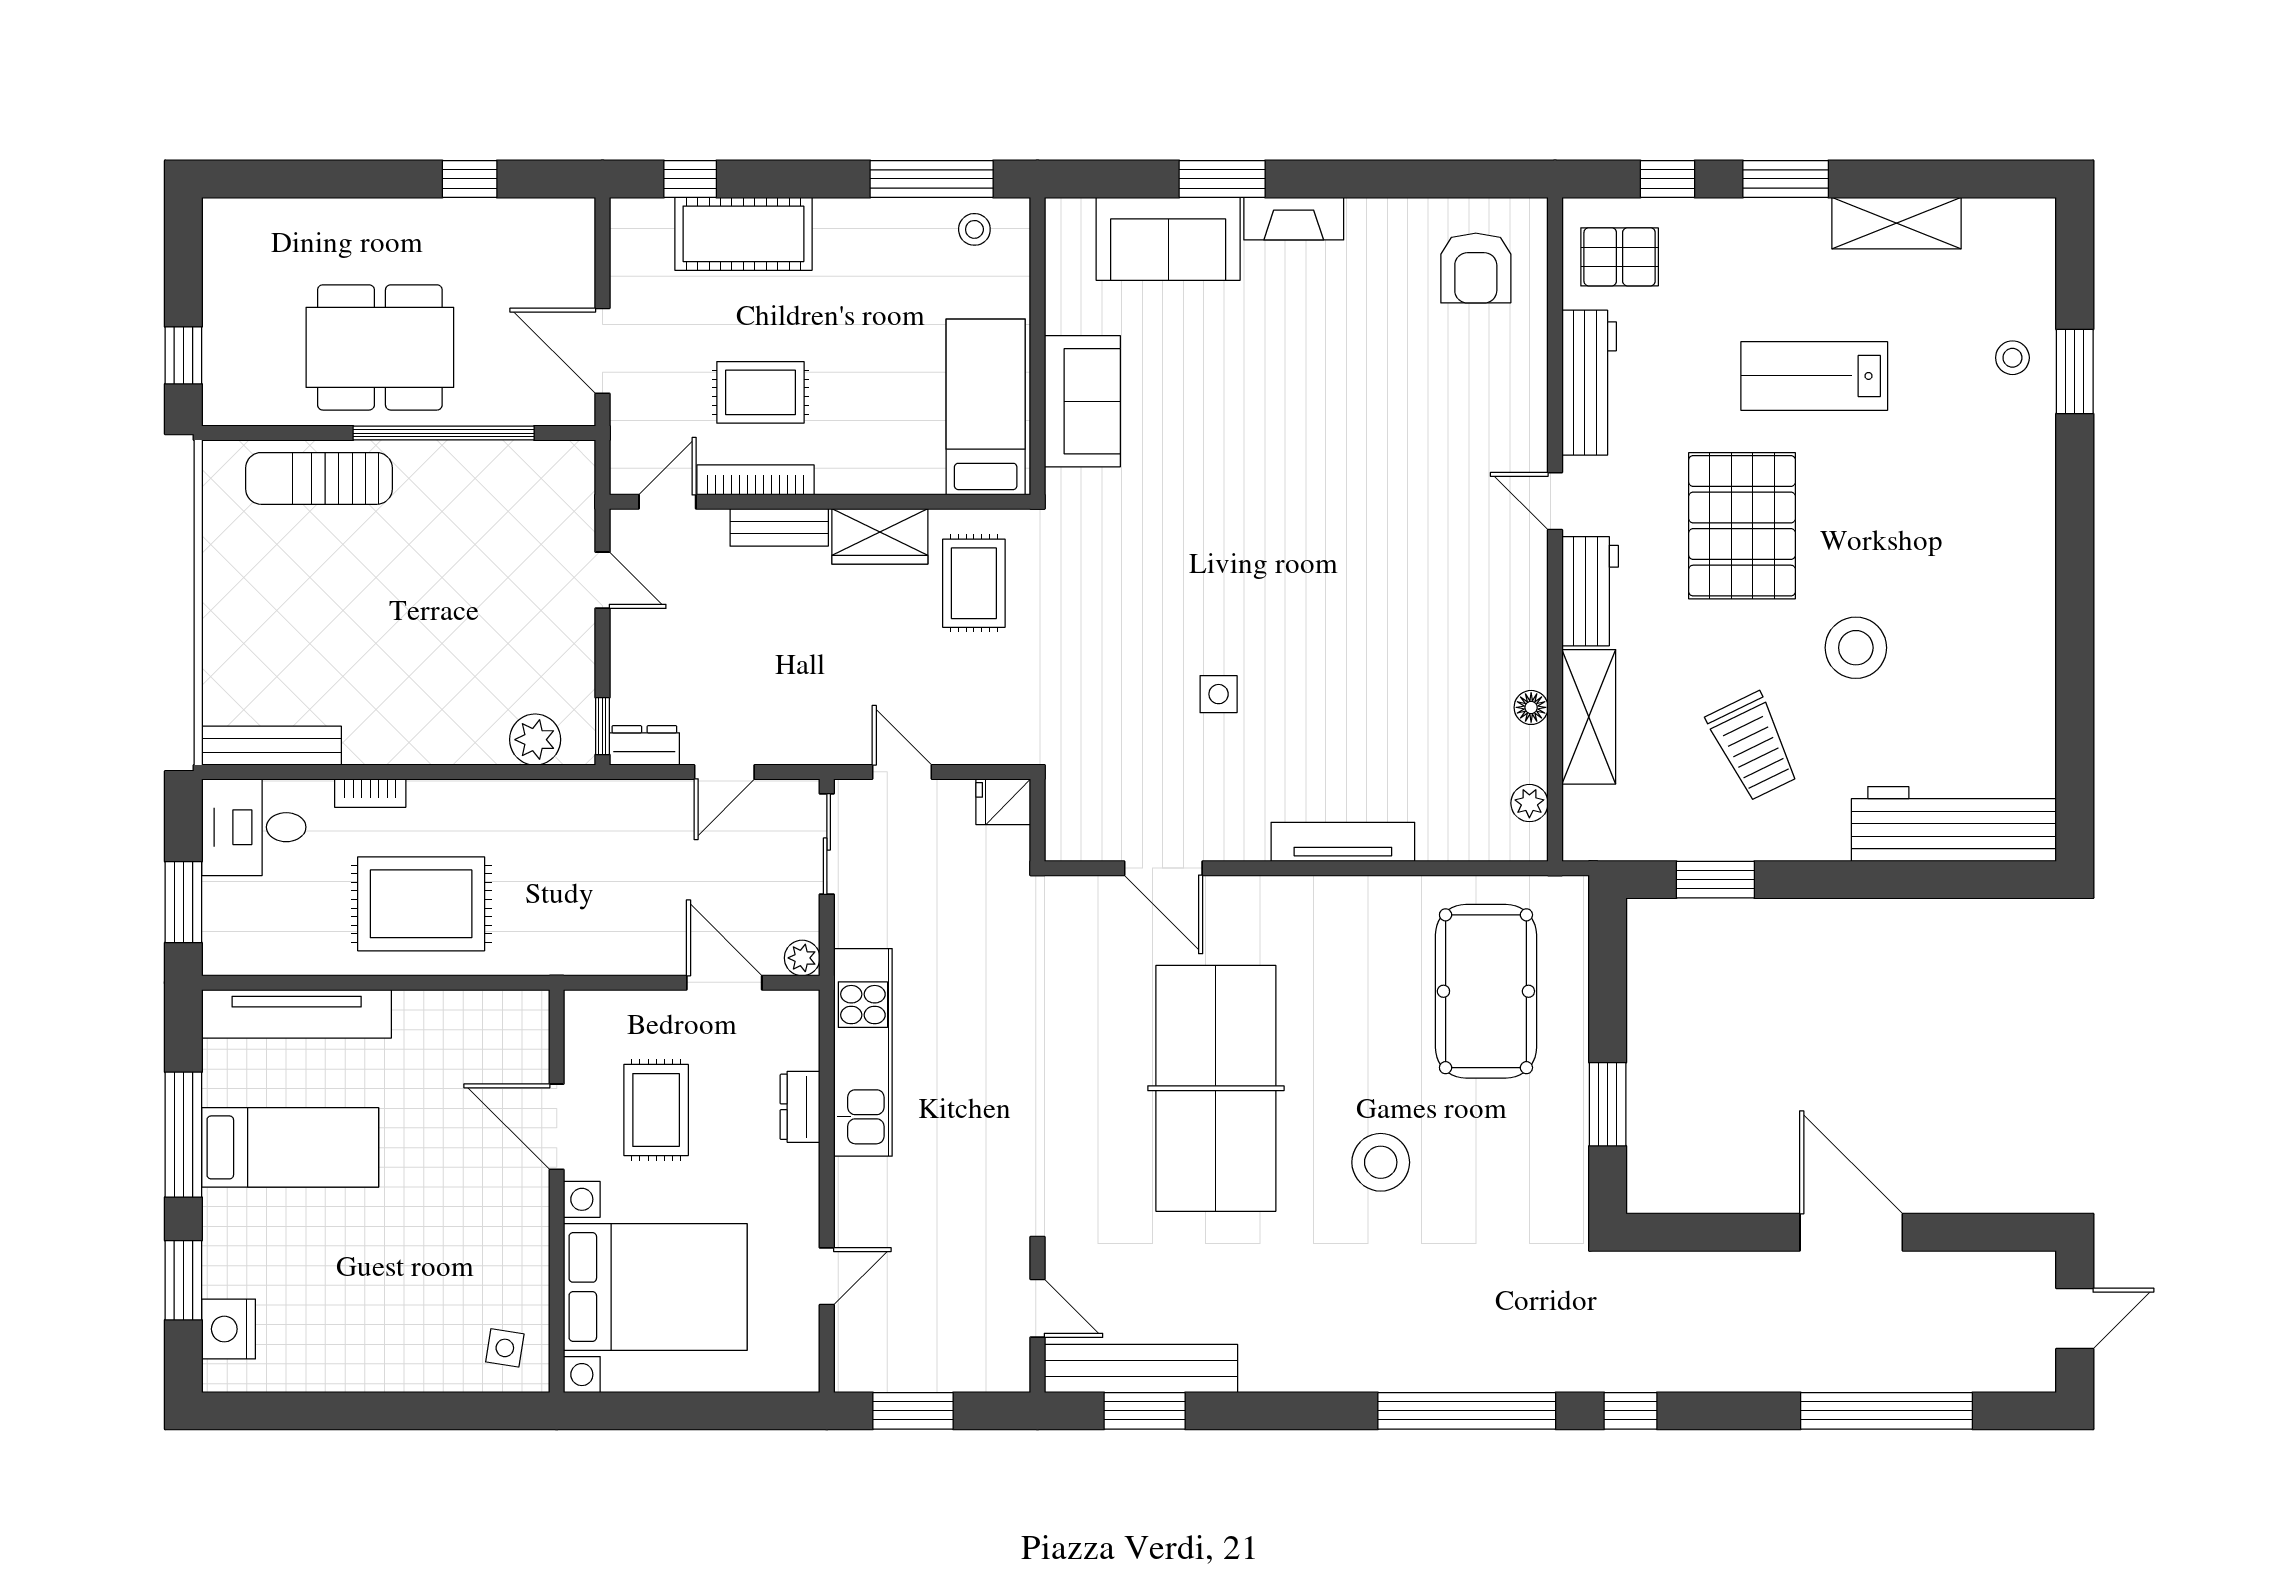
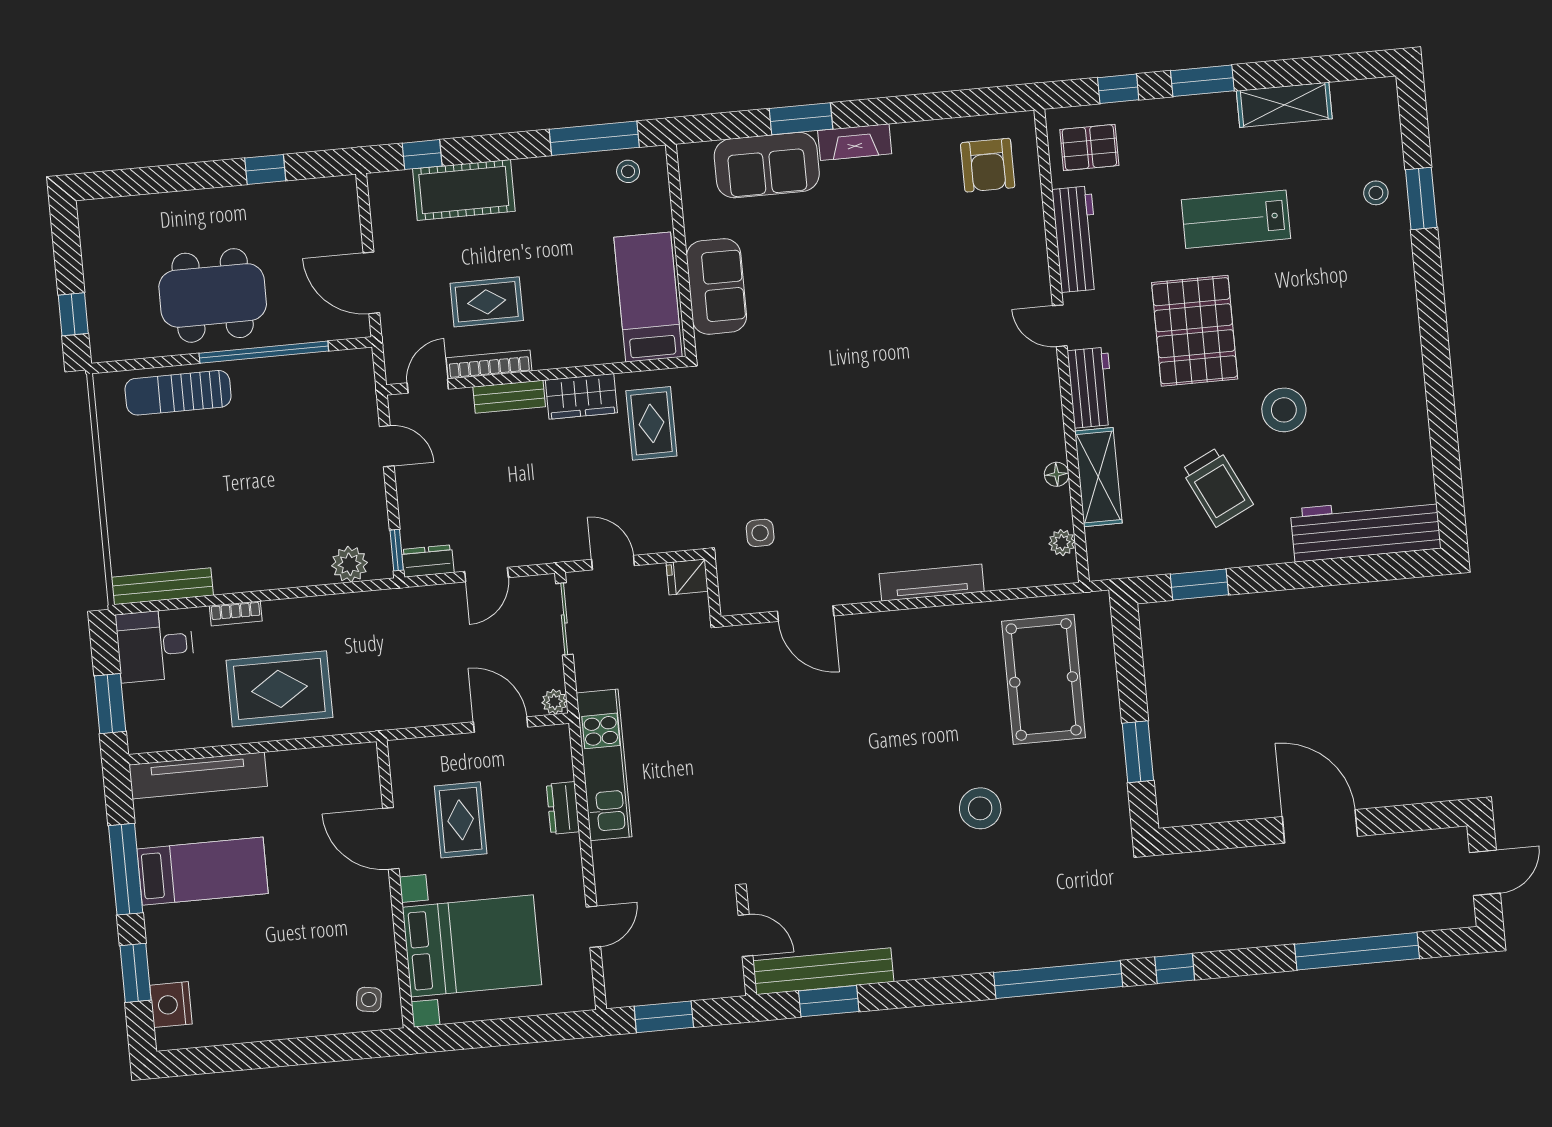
side table: (1219, 694) -> (760, 533), moved
table tennis table: (1216, 1088) -> (858, 767), removed

